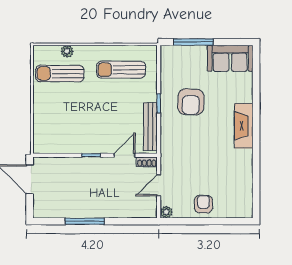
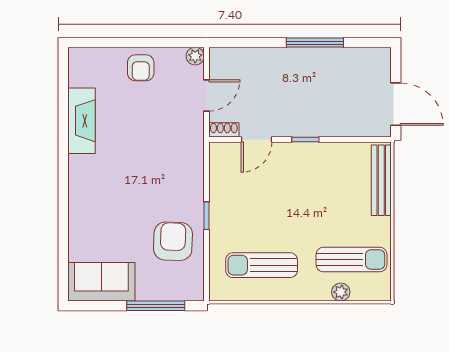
sun lounger: (121, 70) -> (262, 265), turned 180
armchair: (191, 102) -> (173, 241), moved
fireplace: (244, 126) -> (81, 121), moved
bench: (150, 127) -> (381, 180), moved

